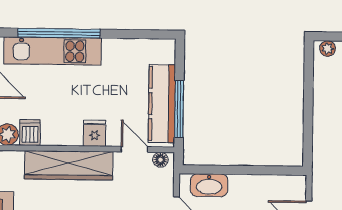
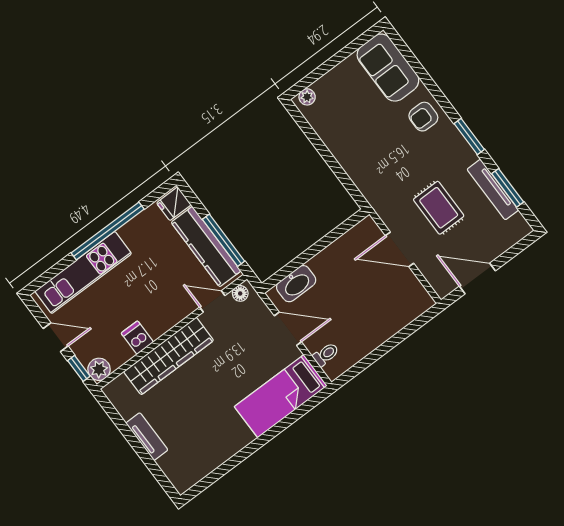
window: (59, 33) -> (108, 231), moved
dishwasher: (30, 133) -> (137, 338), moved
fridge: (95, 133) -> (174, 204), moved, turned -90

